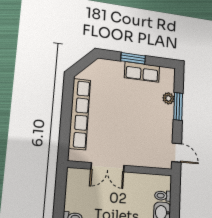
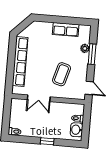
window: (133, 58) -> (59, 20), removed
coffee table: (139, 133) -> (62, 74), added

